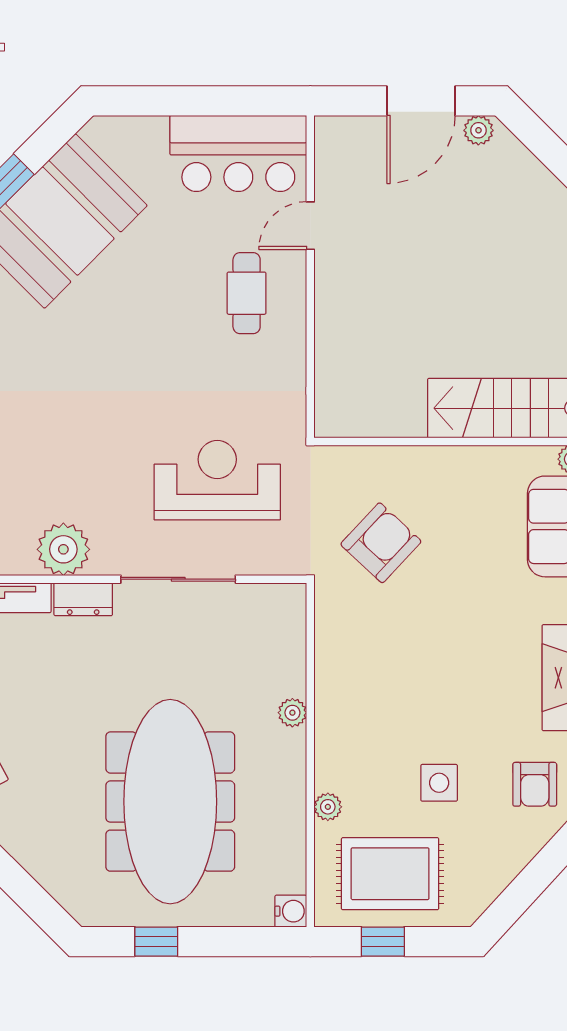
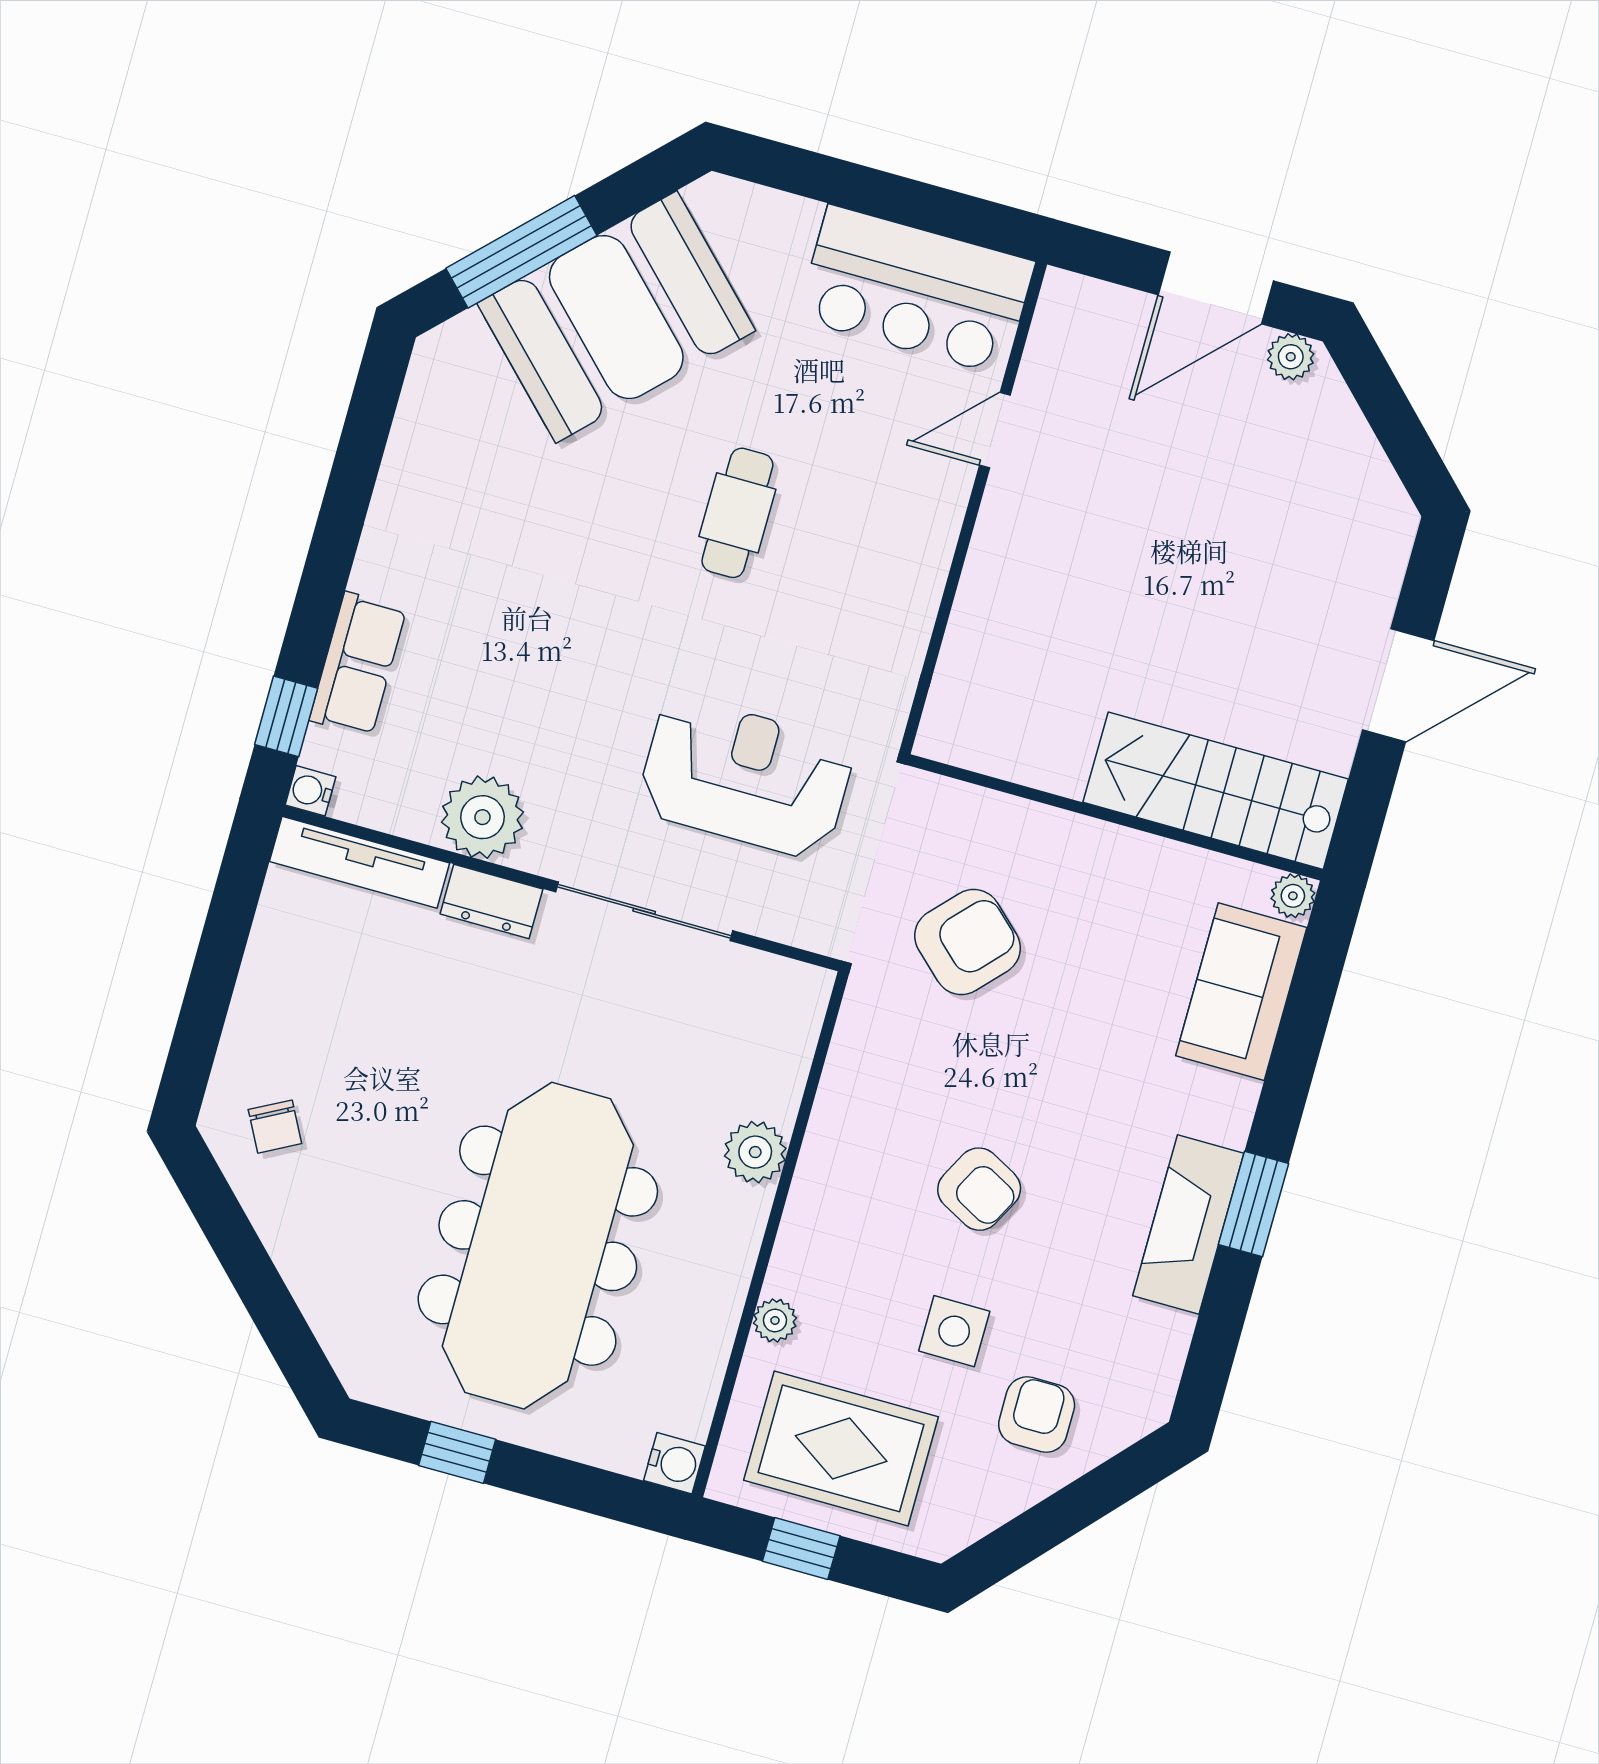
cafe table: (247, 293) -> (737, 513), moved
armchair: (430, 692) -> (979, 1189), added
plant: (292, 713) -> (755, 1152), width x1.38, depth x1.38
armchair: (535, 784) -> (1037, 1415), moved, turned 180

